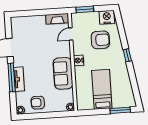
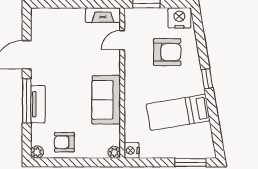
nightstand: (79, 60) -> (132, 150), moved
bed: (102, 89) -> (178, 112), moved, turned -100

